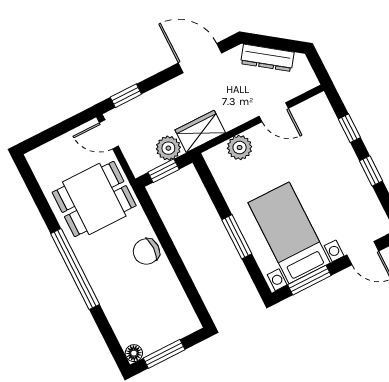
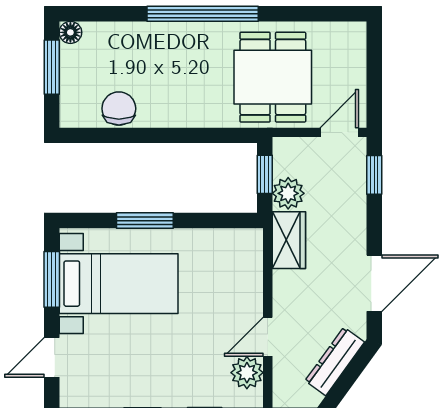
plant: (240, 148) -> (247, 373), moved
chair: (146, 252) -> (119, 109), moved

